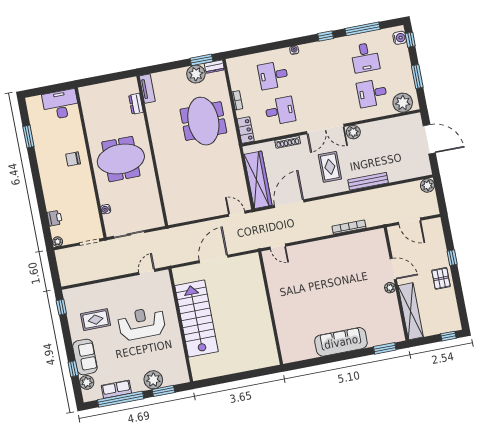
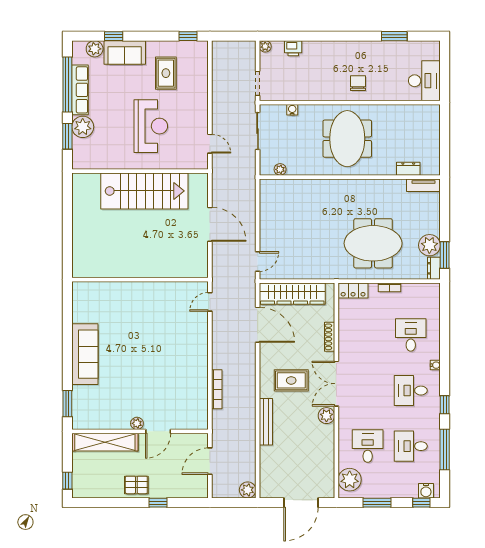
desk: (280, 111) -> (411, 391), moved, turned 90
plant: (157, 210) -> (280, 169), added
row of seats: (116, 389) -> (80, 90), width x1.48

